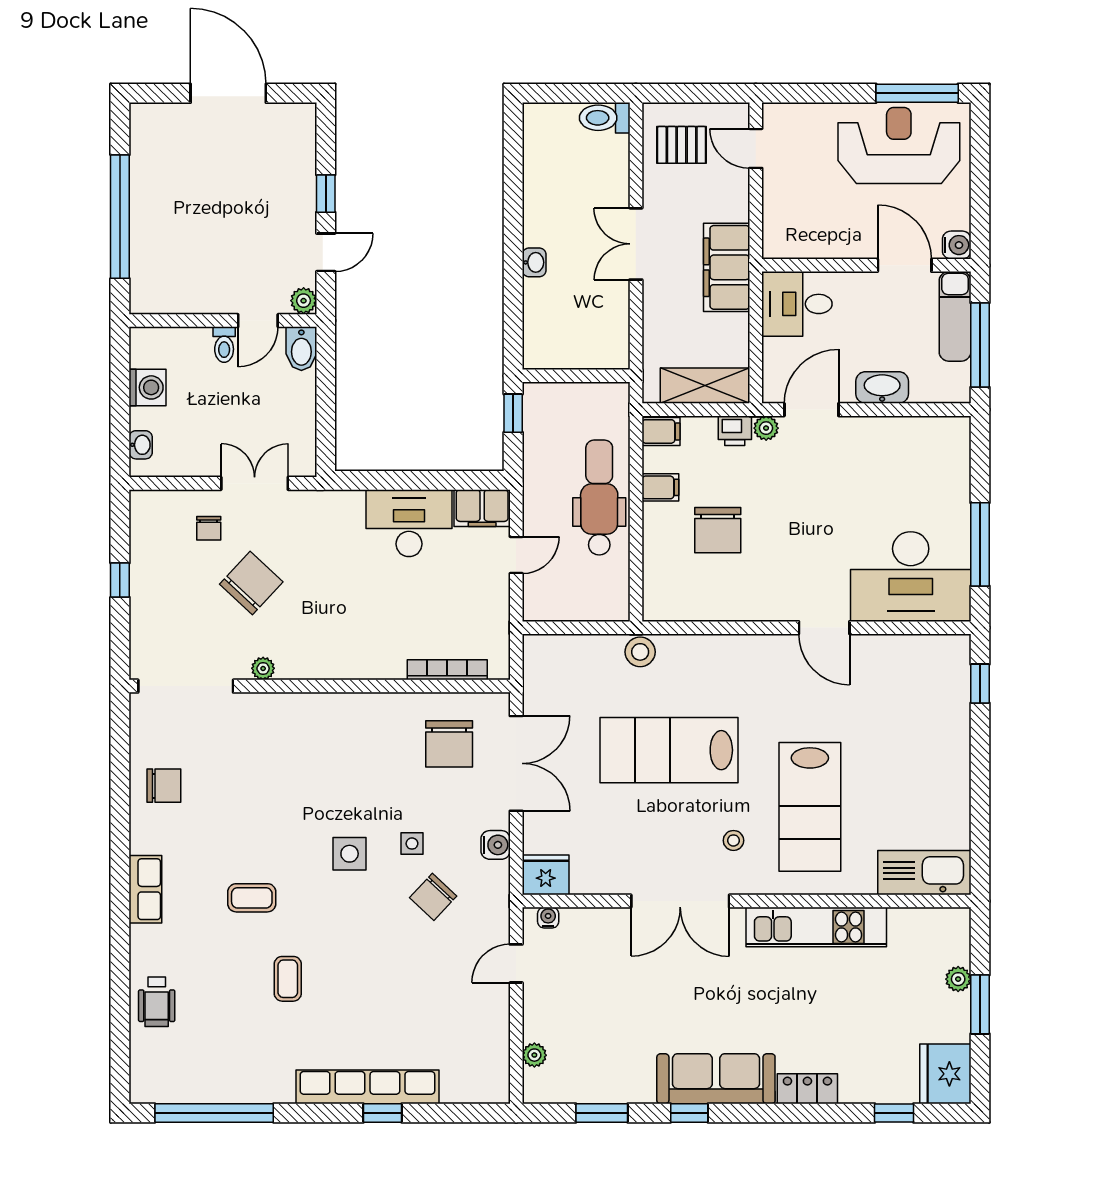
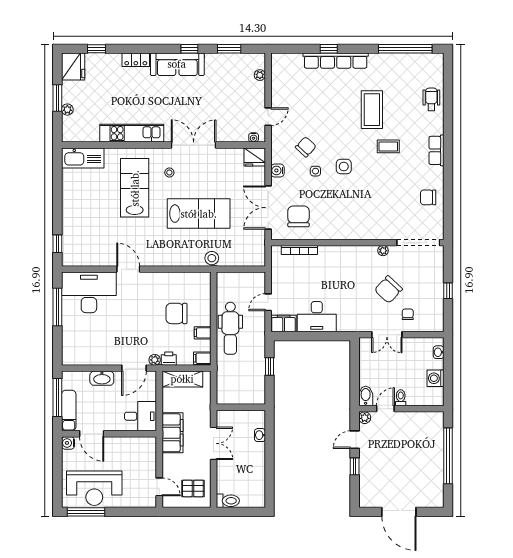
wall: (576, 376) -> (241, 407), moved
chair: (718, 530) -> (177, 313), turned -90
coffee table: (288, 979) -> (372, 110), width x1.86, depth x1.72

